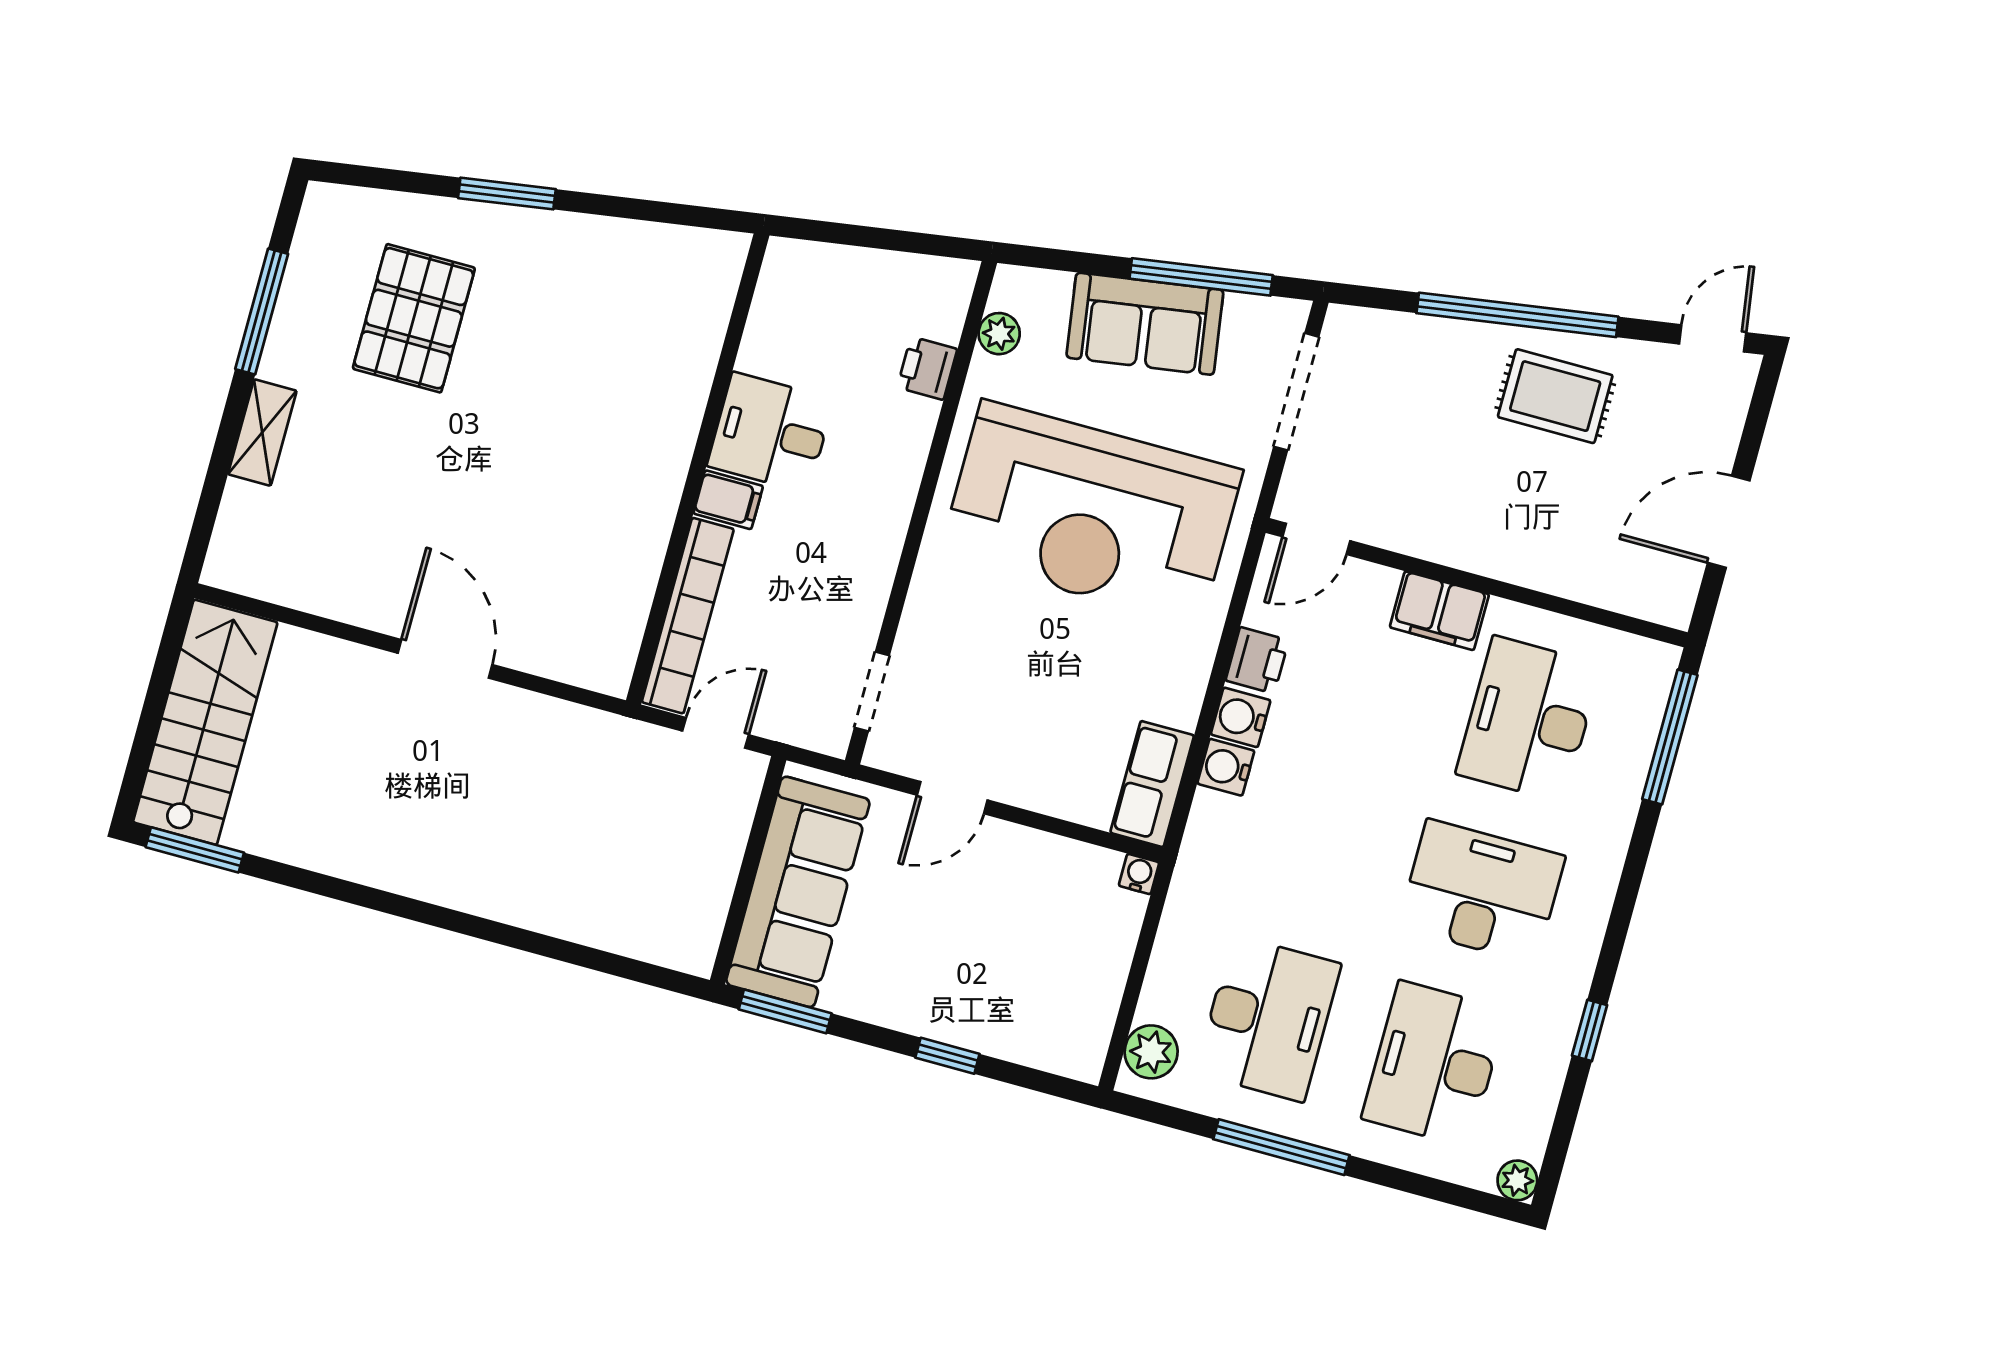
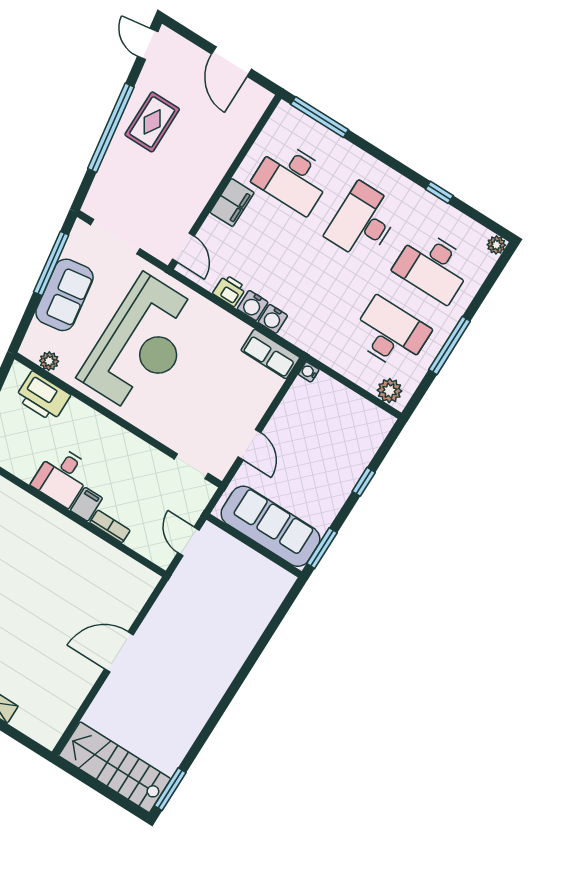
printer: (927, 368) -> (43, 397), width x1.87, depth x1.48
bookcase: (688, 616) -> (110, 526), width x0.43, depth x0.76

